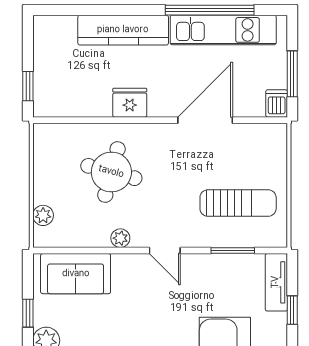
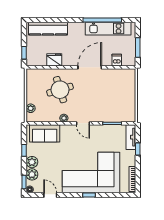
kitchen counter: (123, 30) -> (48, 29), moved
fridge: (130, 103) -> (54, 60), moved
dishwasher: (277, 103) -> (117, 60), moved
door: (205, 120) -> (90, 67), moved
round table: (111, 172) -> (60, 90), turned -32
sun lounger: (238, 203) -> (114, 103), removed

